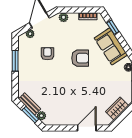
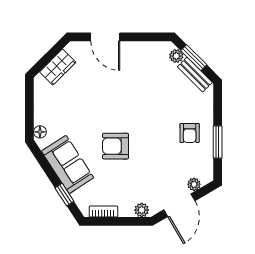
armchair: (47, 54) -> (190, 133), moved
door: (87, 128) -> (105, 37), hinge flipped

